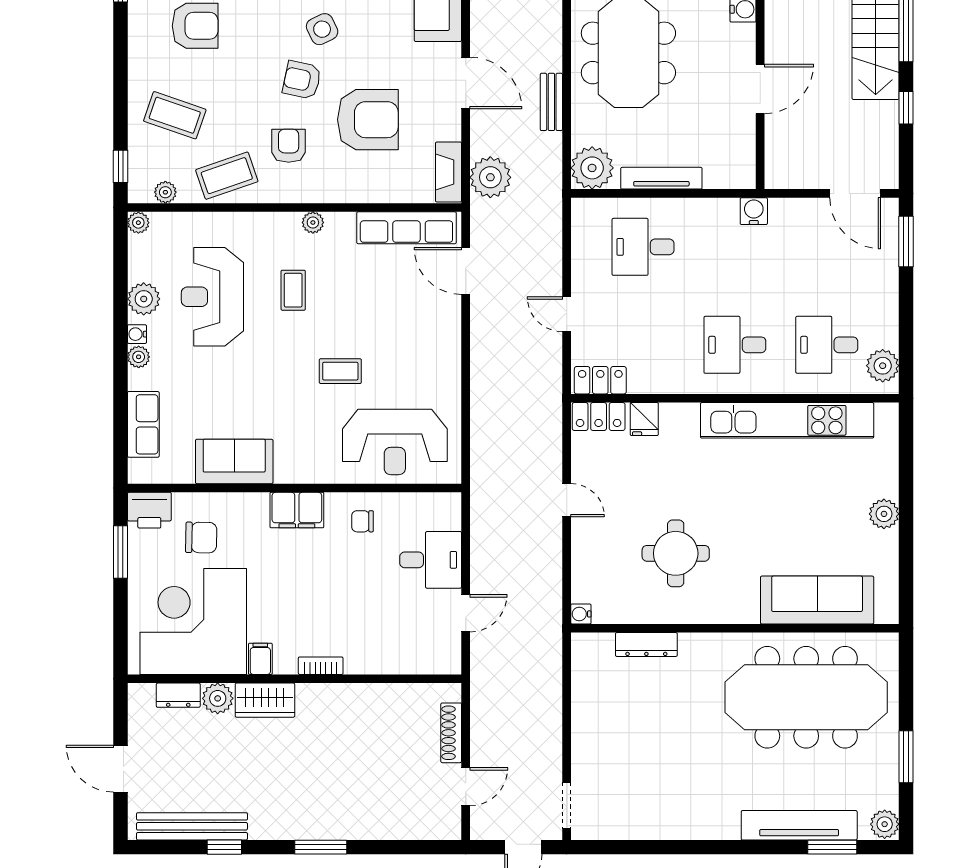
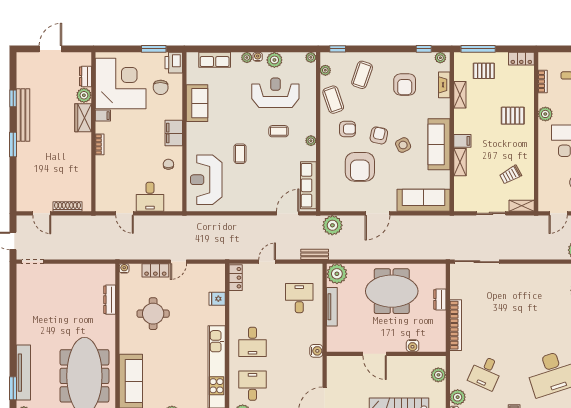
bench: (551, 102) -> (315, 254), moved
fireplace: (448, 172) -> (335, 205), removed
desk: (735, 345) -> (253, 342), turned 180
locker: (599, 416) -> (155, 270), moved, turned -90
bench: (192, 826) -> (23, 115), moved

